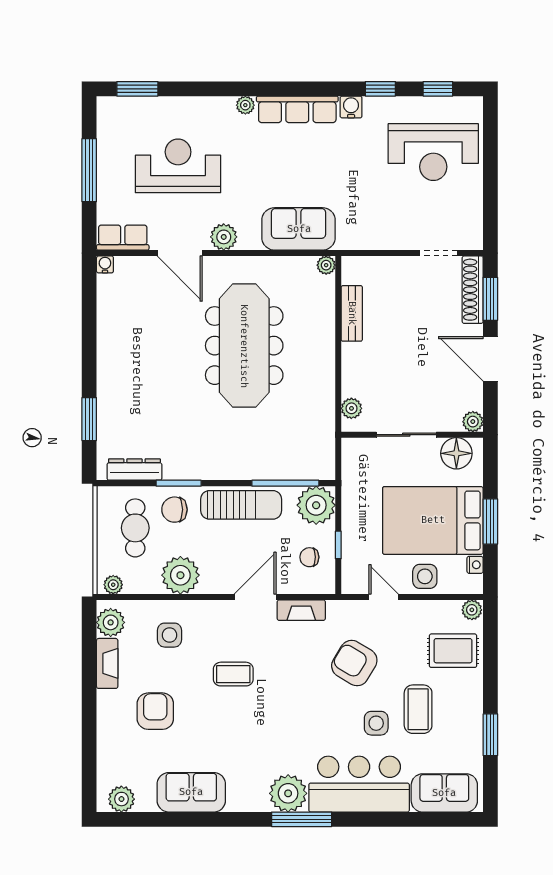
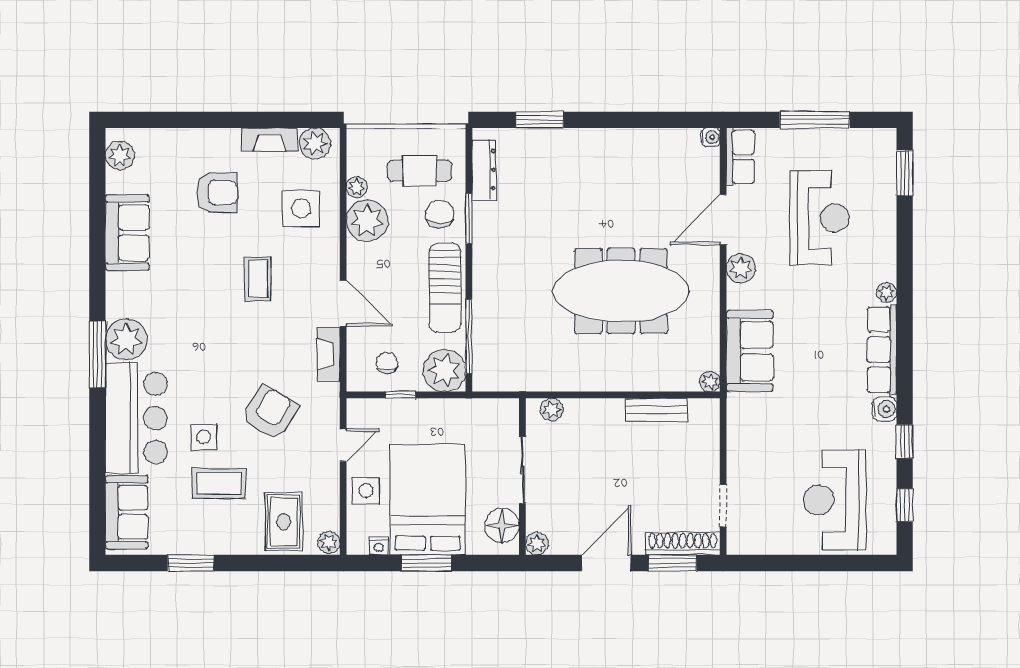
plant: (113, 585) -> (357, 187), moved
side table: (170, 635) -> (301, 209), width x1.37, depth x1.37

